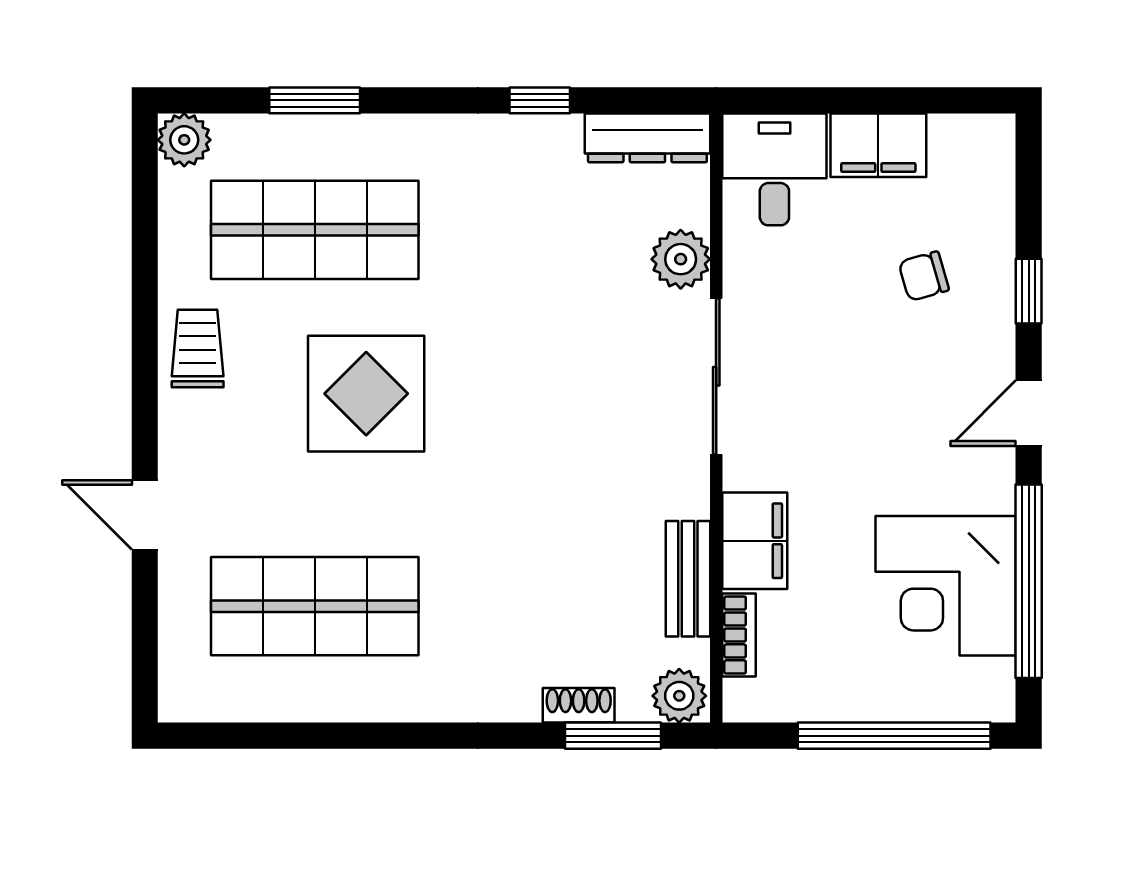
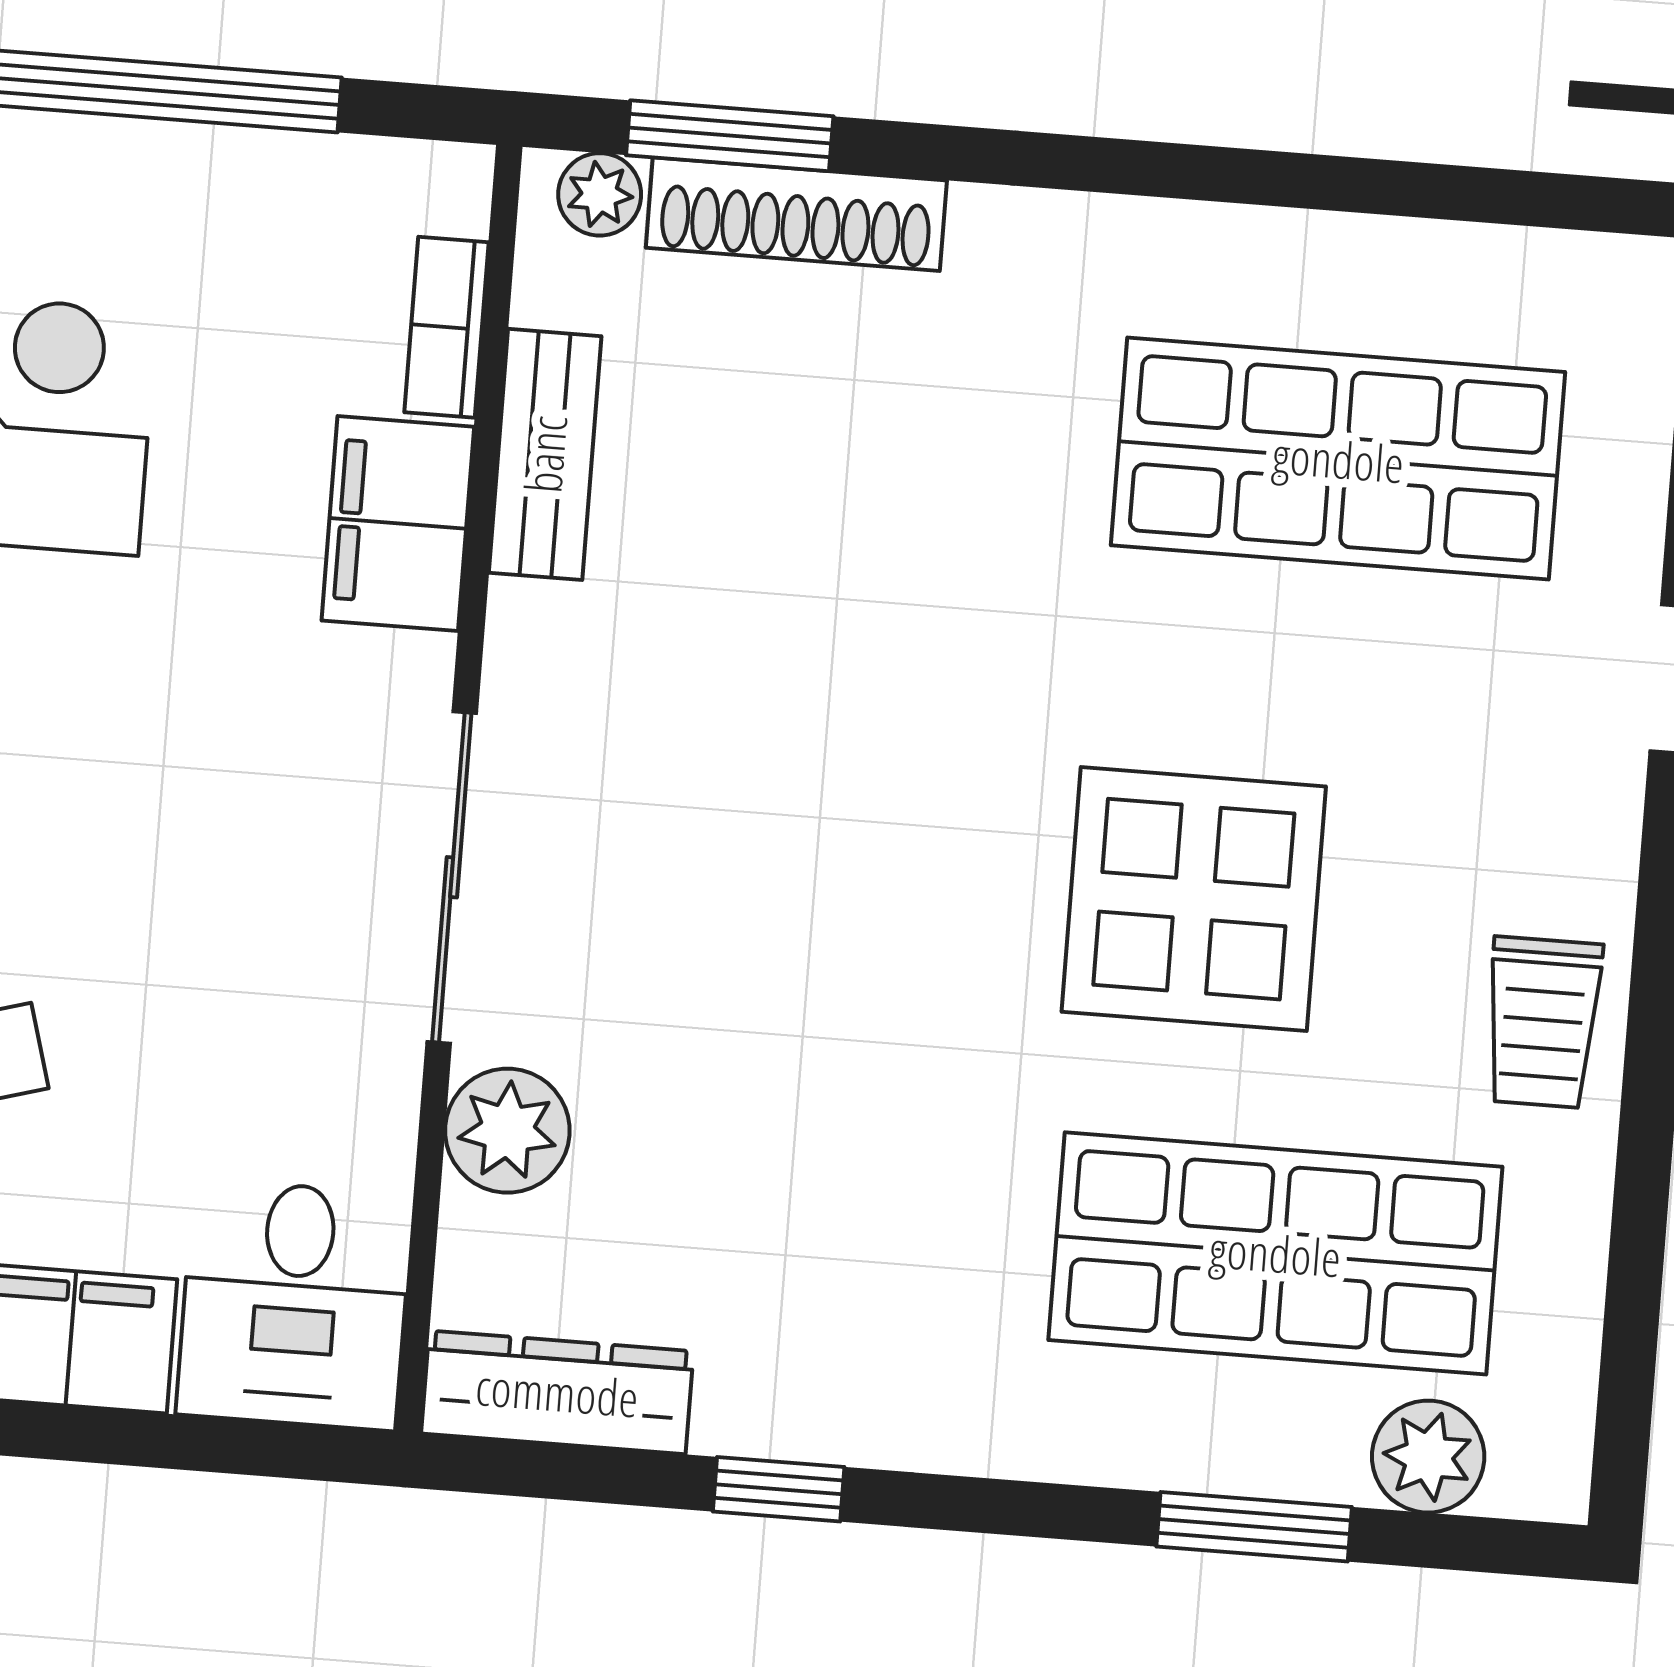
plant: (184, 140) -> (1428, 1457), moved
plant: (679, 696) -> (600, 194), width x0.73, depth x0.73
shoe rack: (579, 705) -> (796, 214), width x1.94, depth x1.24

